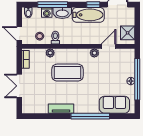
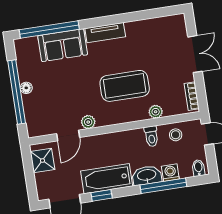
sofa: (114, 105) -> (63, 45), moved
tv unit: (61, 109) -> (105, 33), moved
window: (90, 116) -> (49, 30), moved

